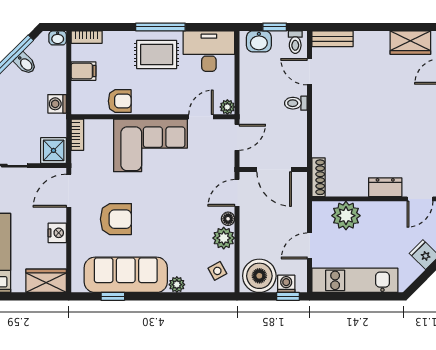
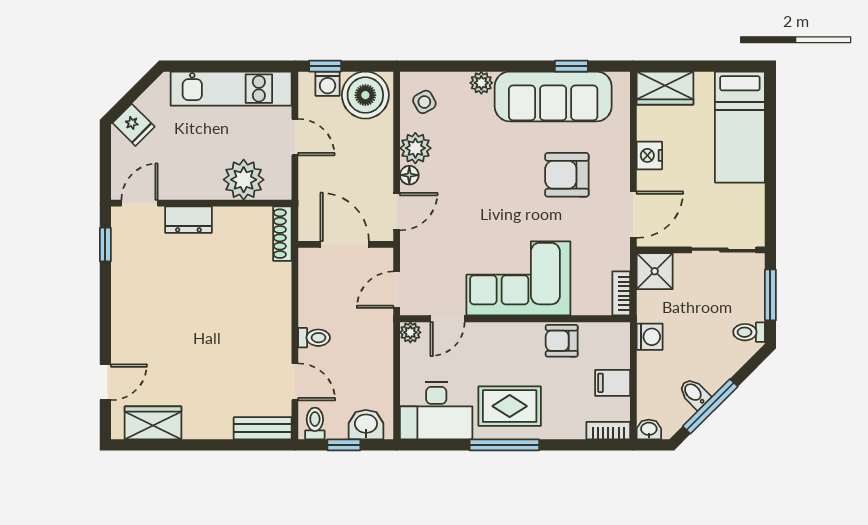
door: (310, 246) -> (295, 137), hinge flipped

